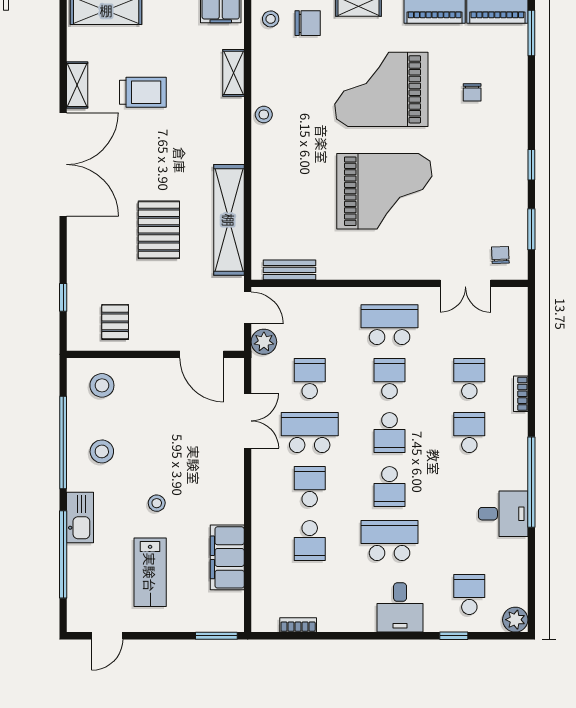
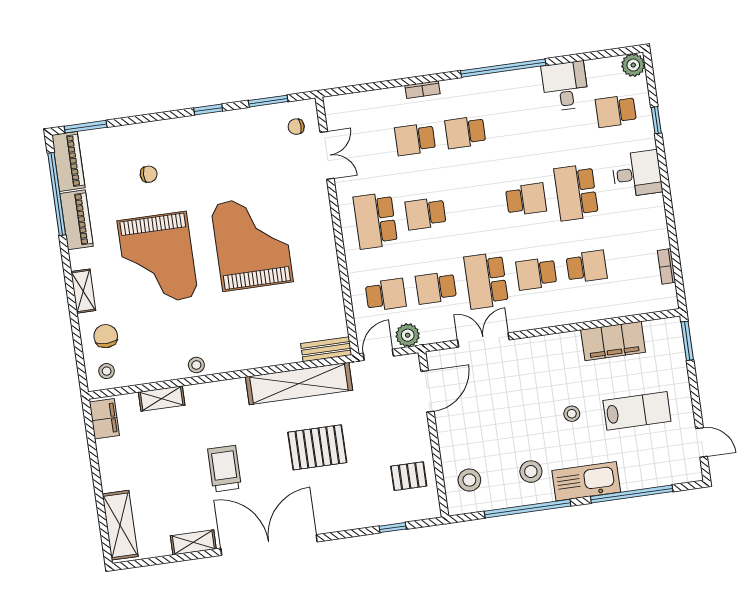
trolley: (143, 92) -> (225, 469), moved
bench: (290, 270) -> (326, 349), moved, turned 90
school desk: (390, 433) -> (386, 295), moved
desk: (503, 514) -> (565, 86), moved
kitchen sink: (80, 518) -> (586, 481), width x1.36, depth x1.24

